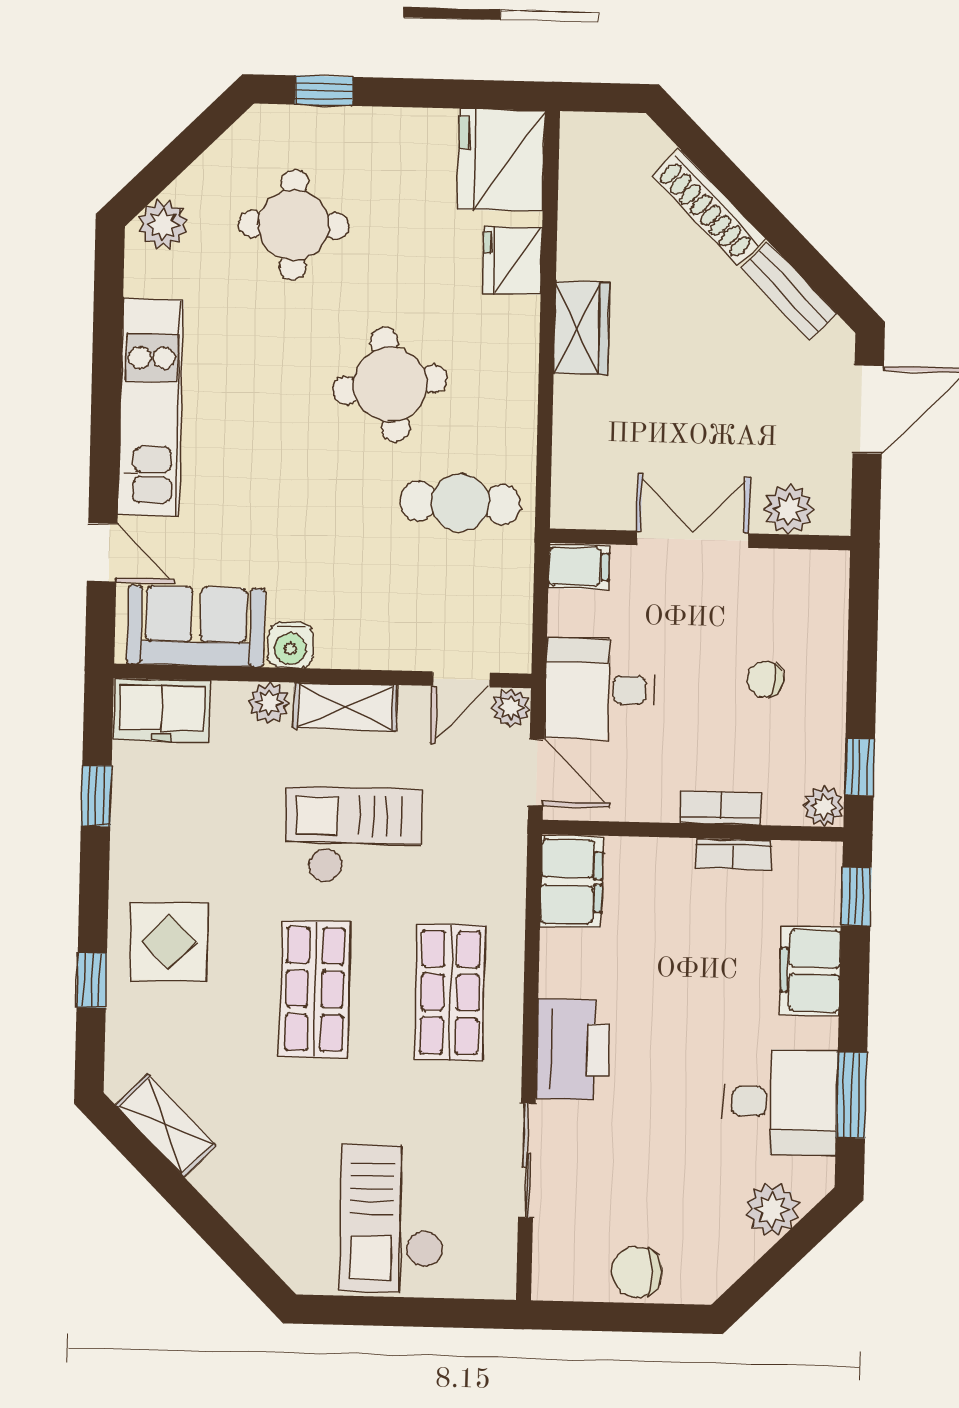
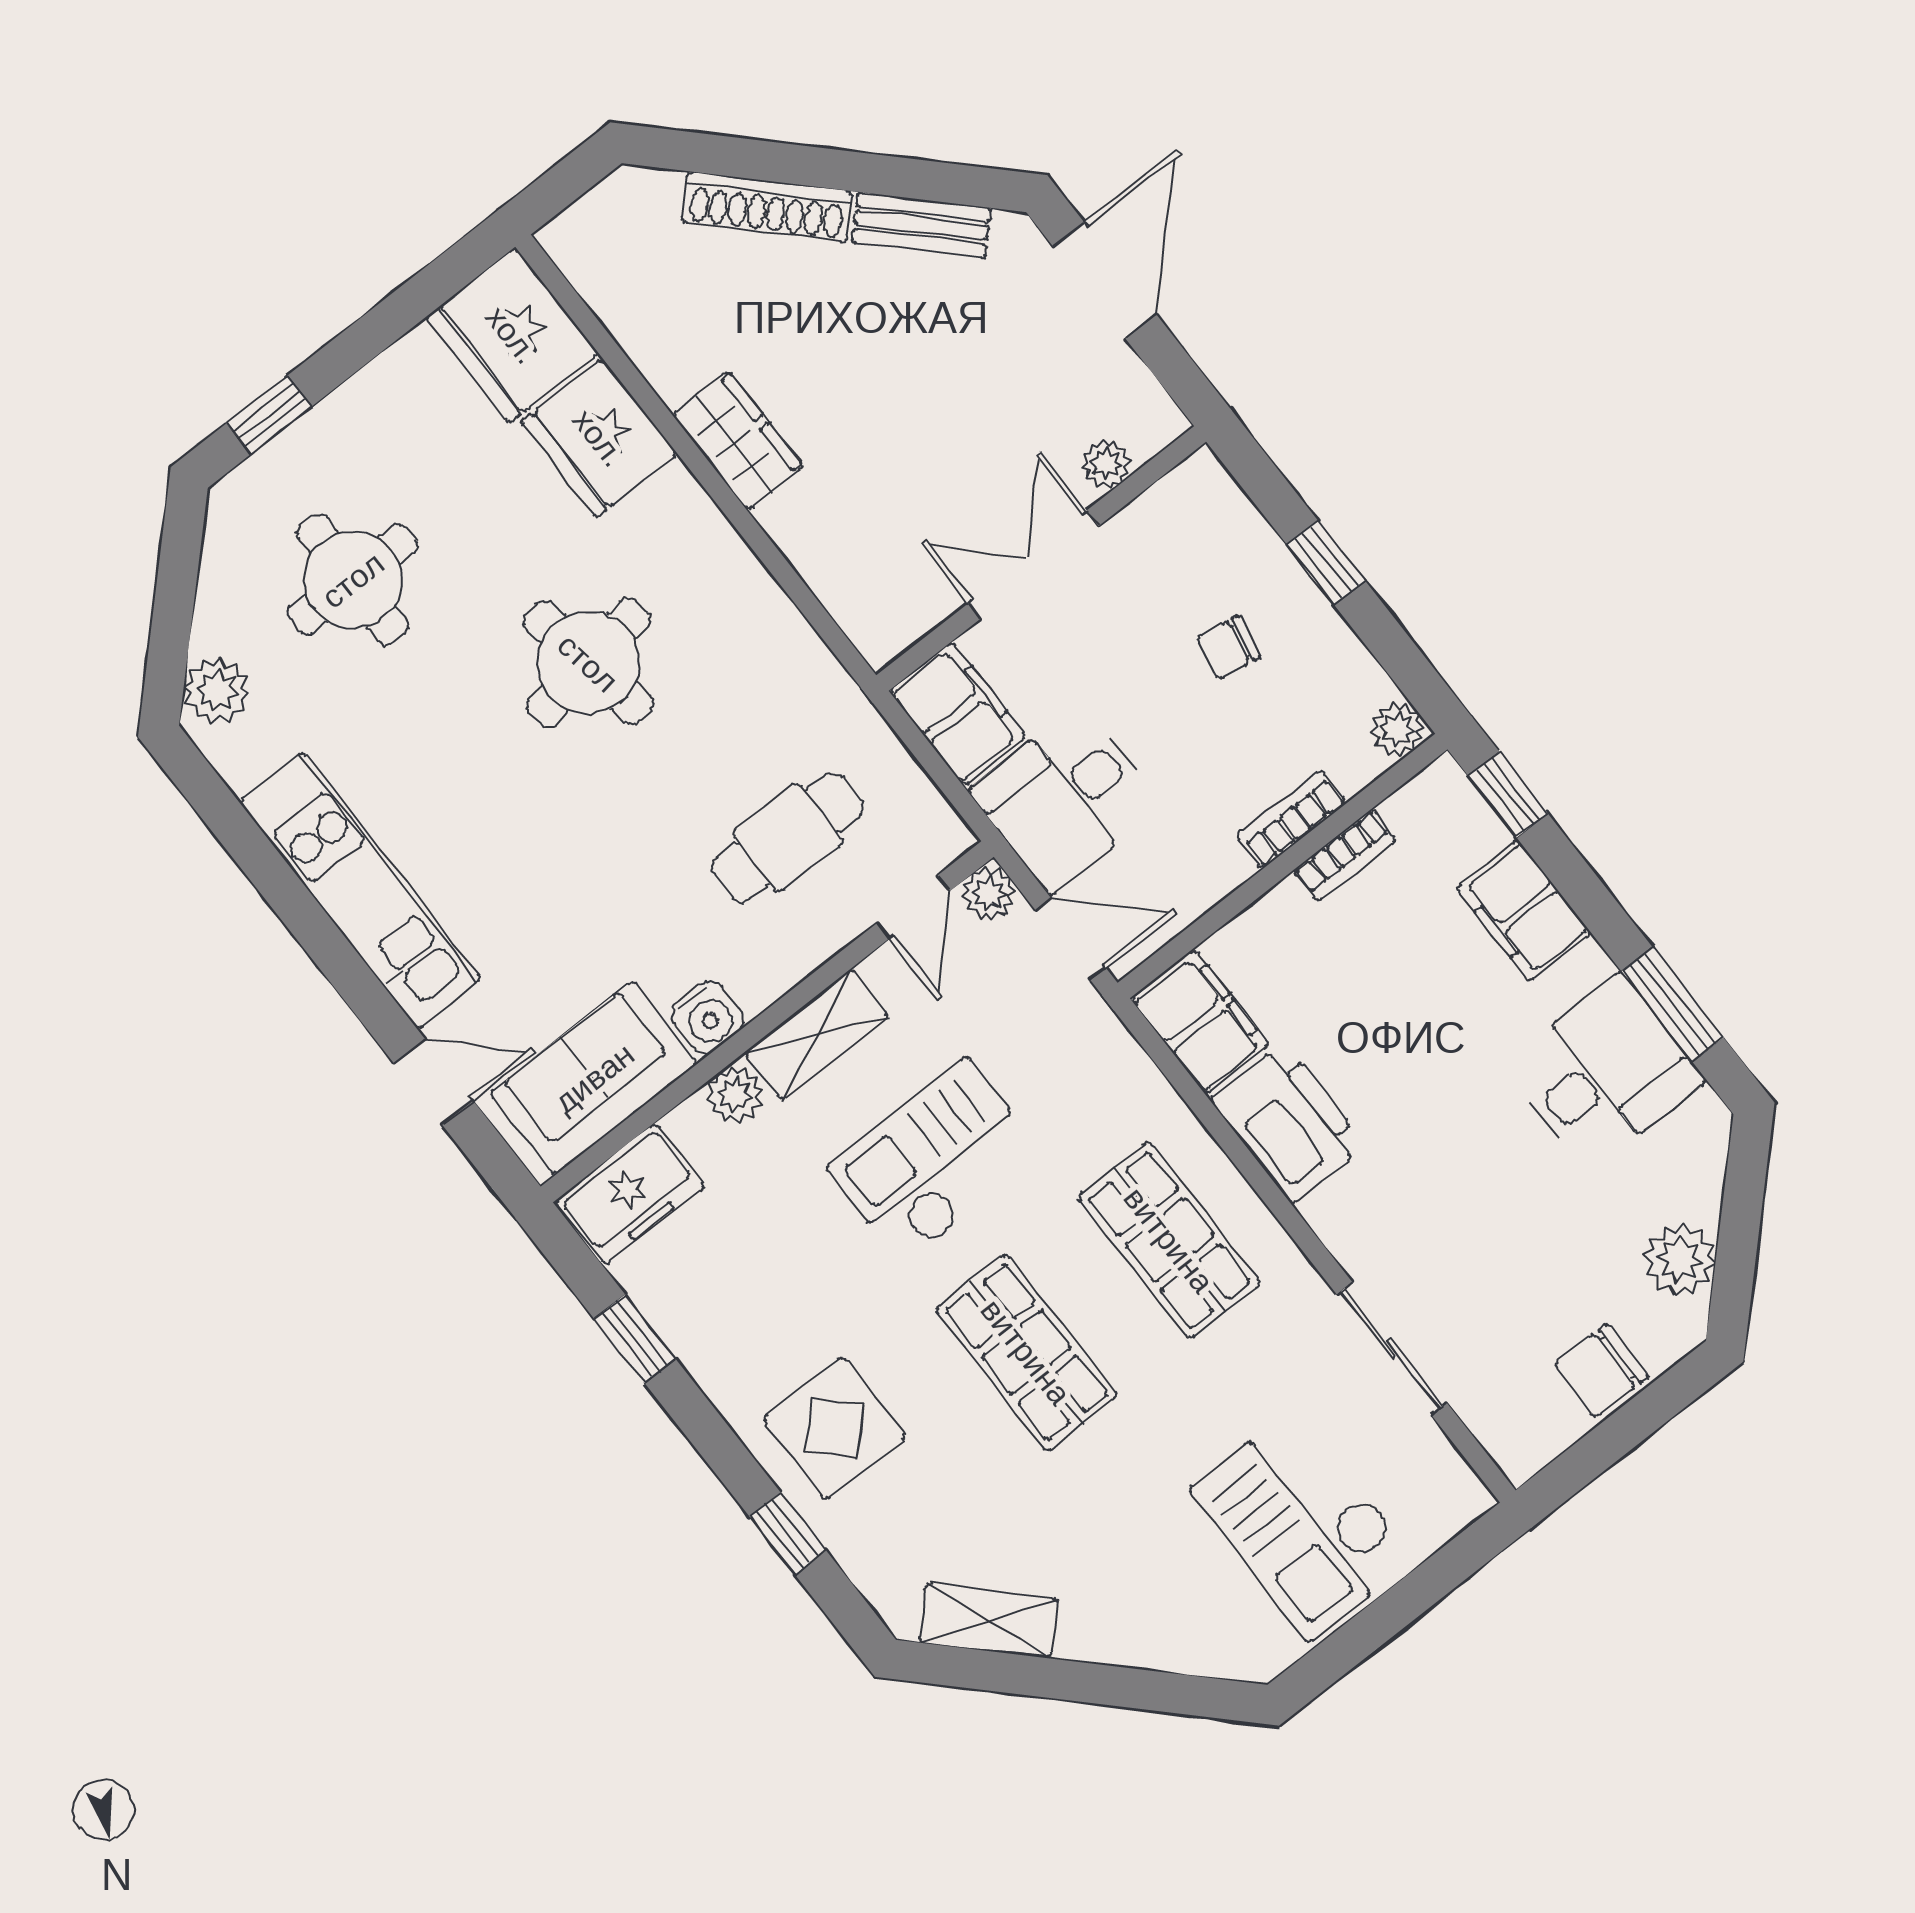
fridge: (513, 261) -> (599, 438), width x1.36, depth x1.34
cafe table: (460, 503) -> (788, 838), moved
plant: (789, 509) -> (1106, 464), width x0.73, depth x0.73
filing cabinet: (579, 566) -> (958, 714), width x2.00
window: (859, 767) -> (1326, 563), moved
printer: (573, 1050) -> (1288, 1123), moved
plant: (772, 1210) -> (1679, 1260), moved

